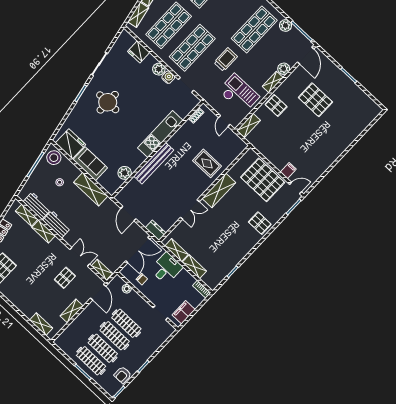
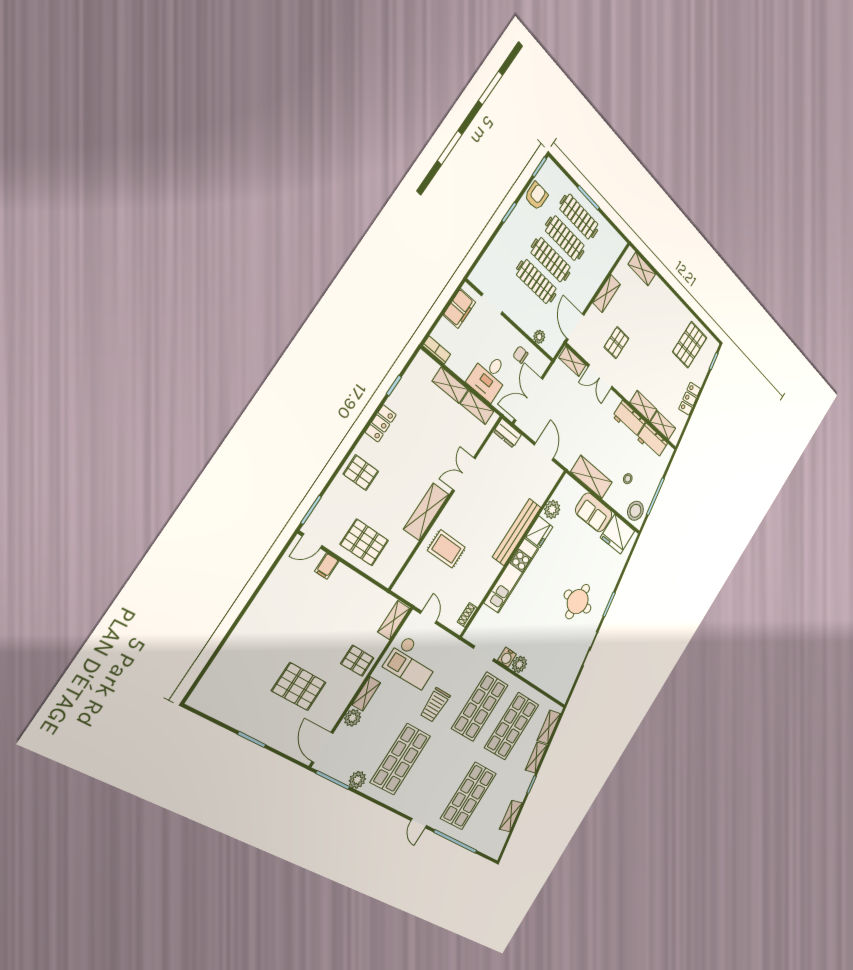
fridge: (139, 52) -> (539, 532), moved, turned 90
pallet: (263, 180) -> (364, 542), width x0.73, depth x0.71
locker: (244, 250) -> (381, 423), added

